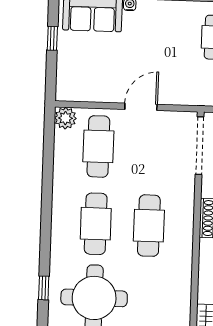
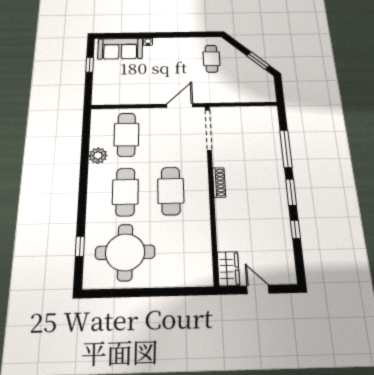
door: (141, 107) -> (180, 105), moved
plant: (65, 118) -> (98, 156), moved

